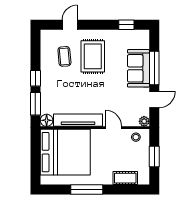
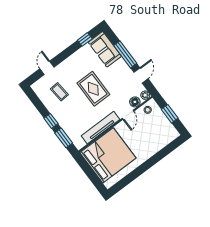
rug: (93, 56) -> (93, 89), moved
sofa: (138, 68) -> (105, 49), moved
floor lamp: (47, 120) -> (135, 102), moved
door: (114, 128) -> (128, 115), swing flipped
cot: (125, 178) -> (161, 143), removed
window: (87, 189) -> (141, 170), removed

